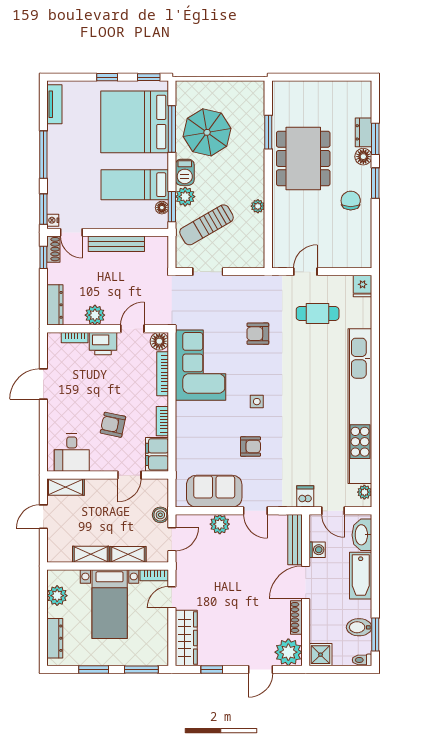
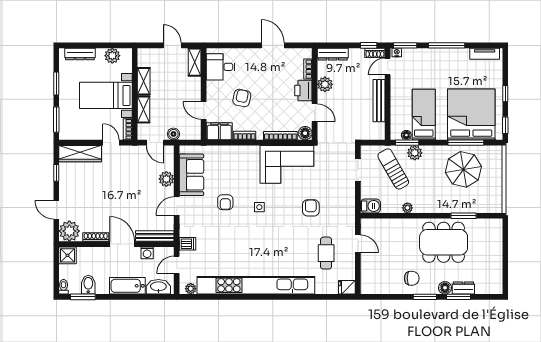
barbecue: (185, 172) -> (370, 206), moved, turned 180

